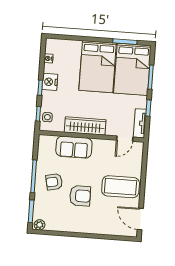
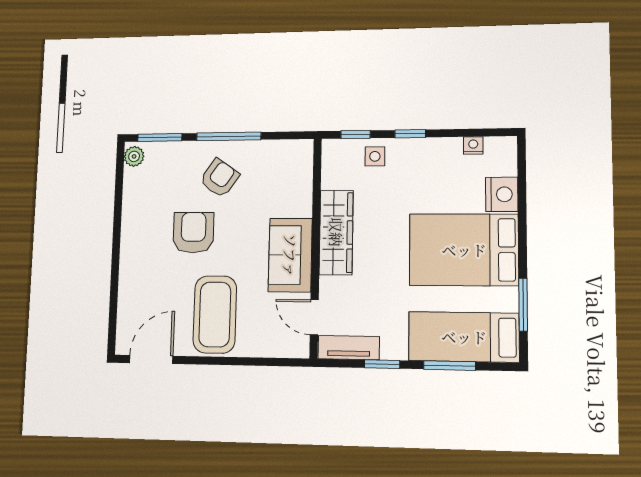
bed: (132, 69) -> (464, 337), width x0.67
nightstand: (50, 82) -> (502, 194), moved, turned 90
side table: (47, 117) -> (375, 156), moved
sofa: (74, 147) -> (290, 255), moved
armchair: (54, 182) -> (219, 178), turned 47
armchair: (80, 196) -> (193, 233), turned 180

